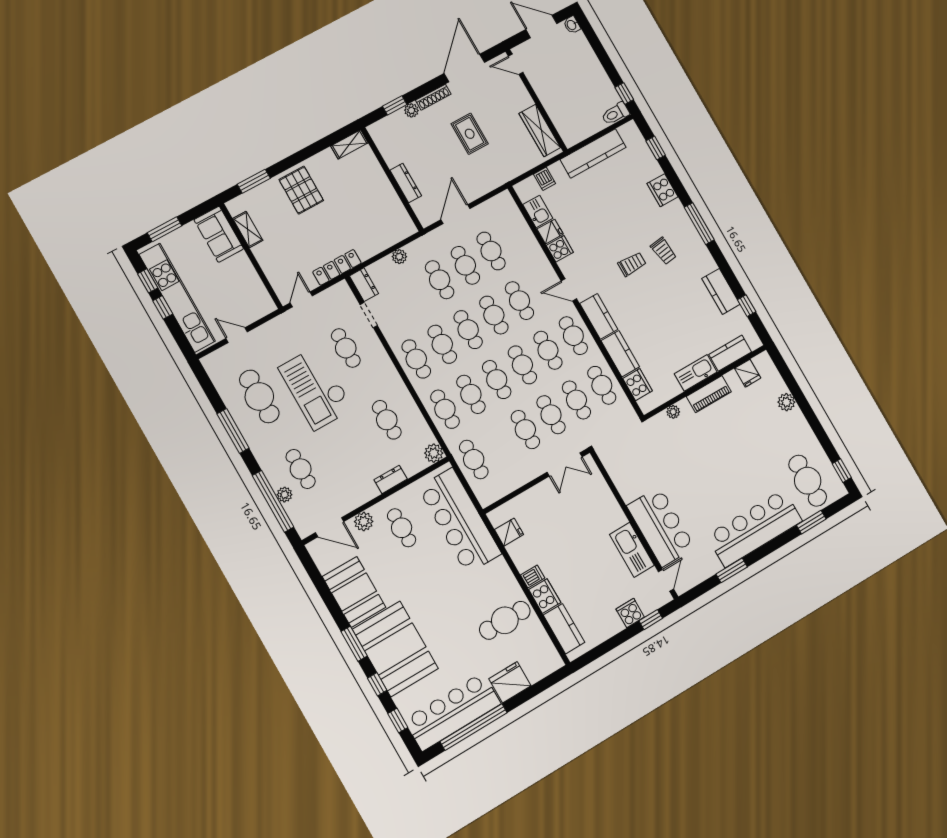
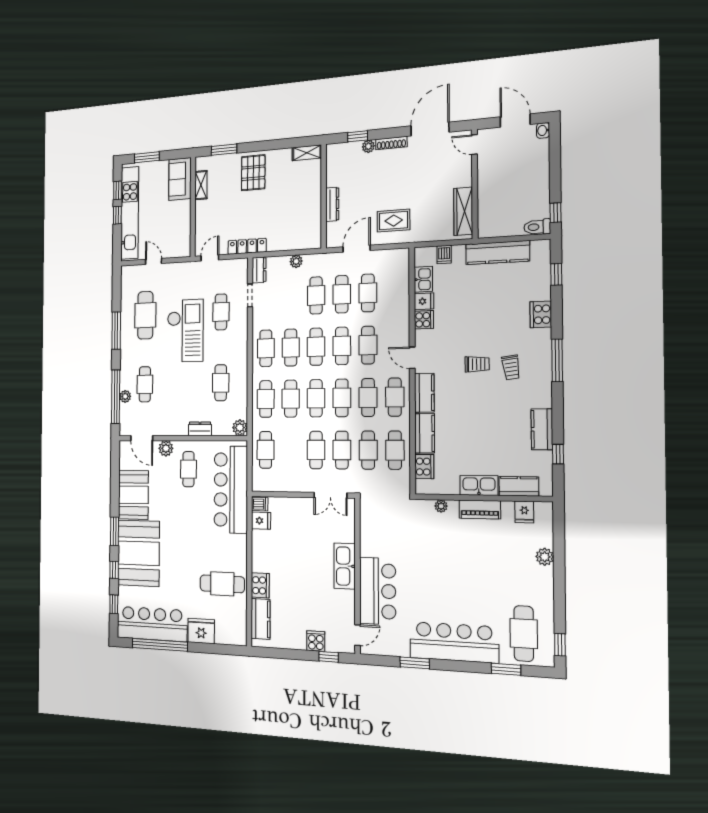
rug: (470, 134) -> (394, 221), moved, turned 90
checkout: (316, 388) -> (185, 331), turned 180
kitchen sink: (632, 550) -> (345, 566), moved
dishwasher: (533, 577) -> (260, 504), moved

